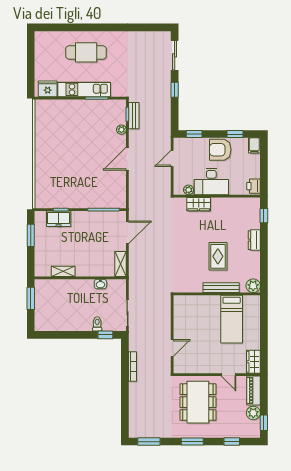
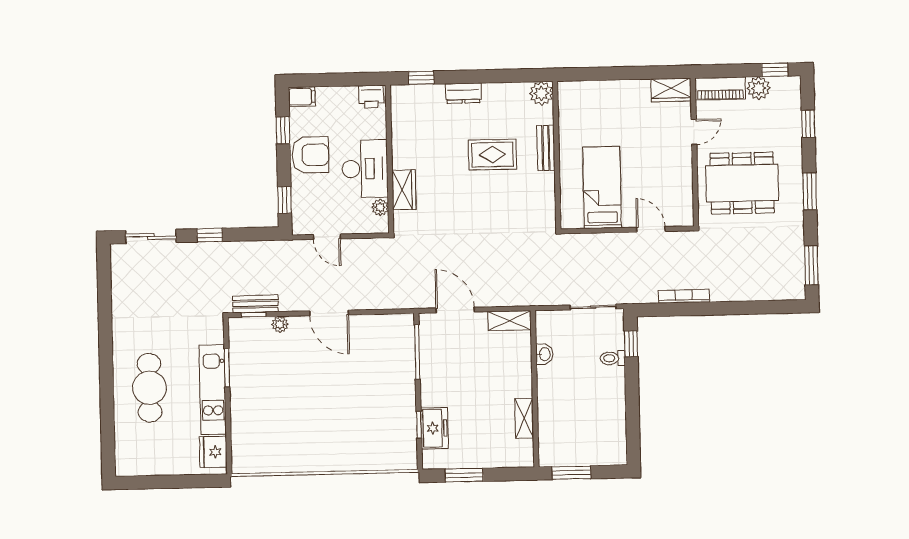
armchair: (220, 150) -> (310, 155), turned -90
bench: (221, 288) -> (546, 148), width x0.73
bed: (232, 319) -> (602, 187), moved, turned -90

